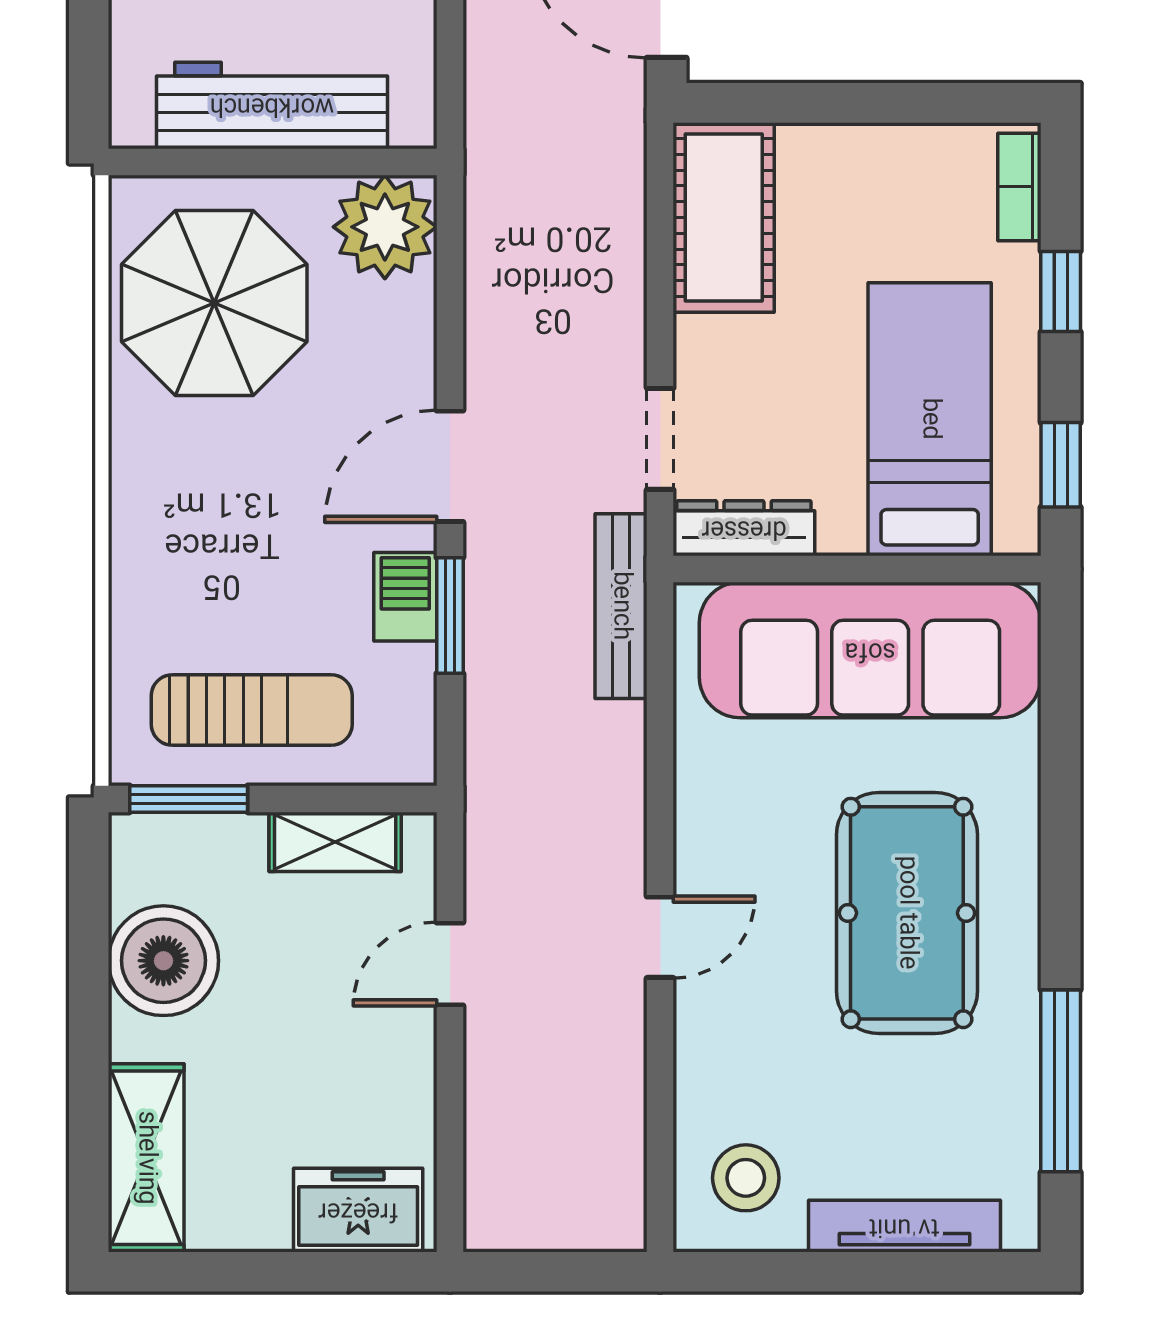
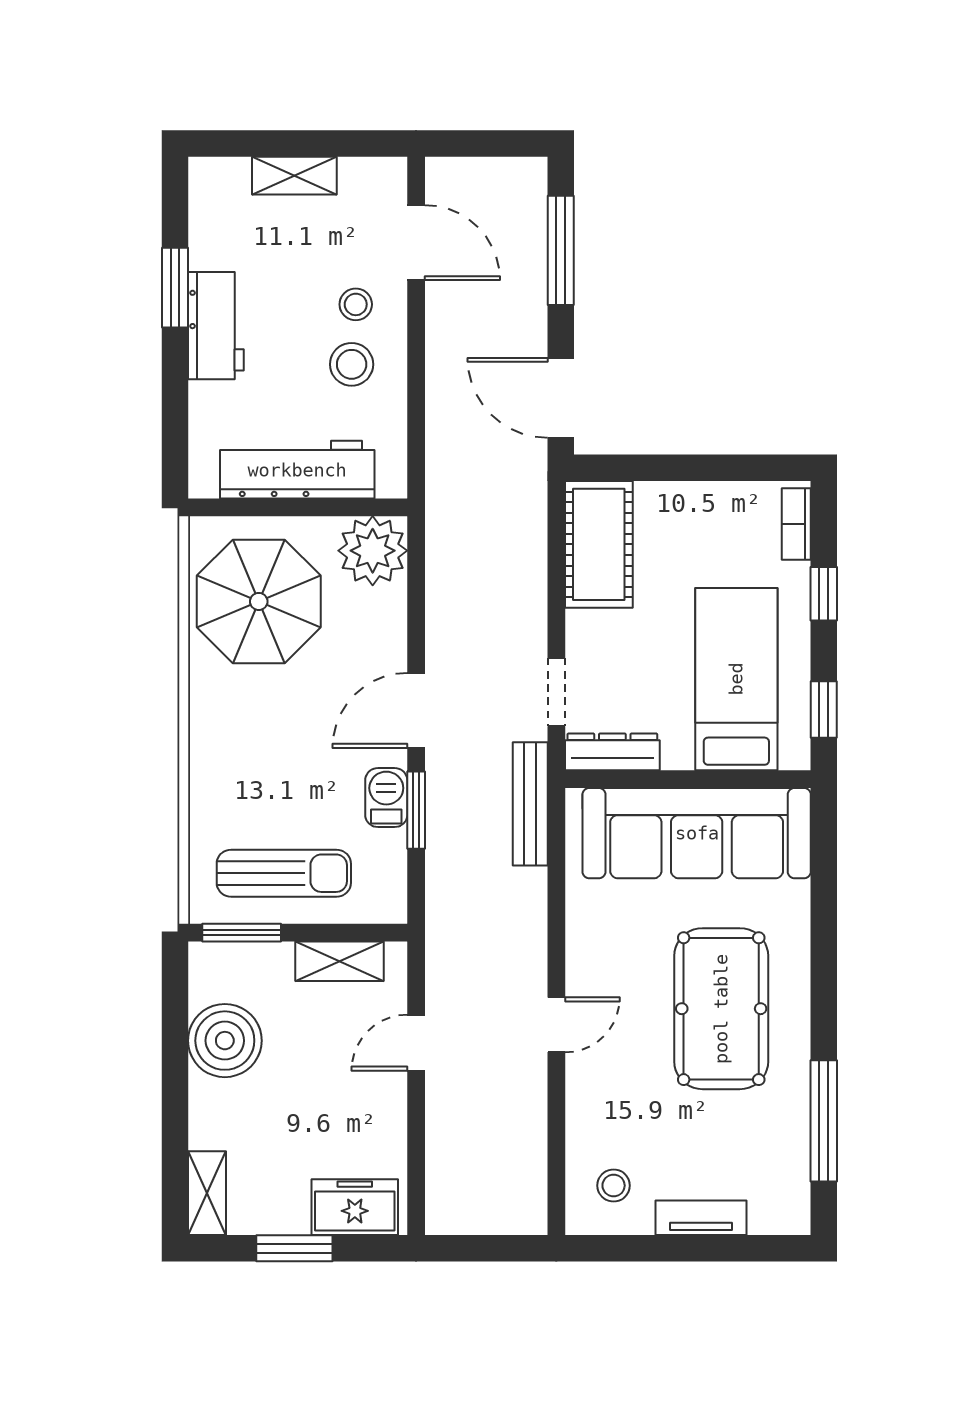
shelving: (146, 1158) -> (207, 1193), width x0.67, depth x0.75
stool: (746, 1178) -> (614, 1186), width x0.73, depth x0.73
tv unit: (904, 1226) -> (701, 1218), width x0.71
window: (268, 1272) -> (294, 1248), added

